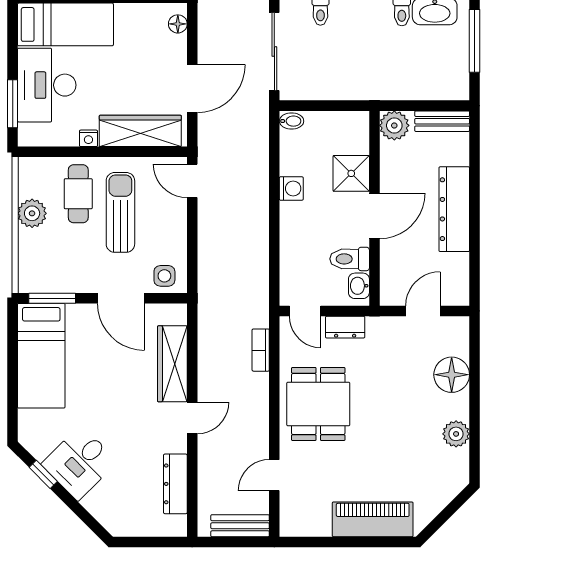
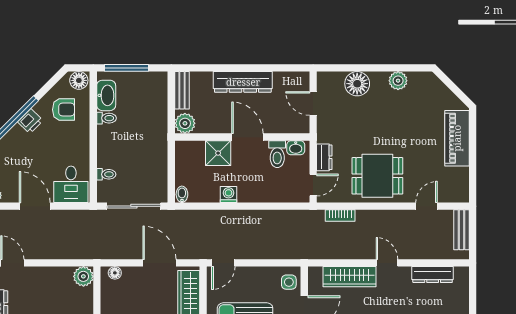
door: (274, 475) -> (426, 206), swing flipped

